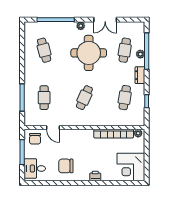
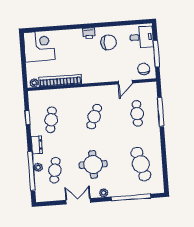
cafe table: (44, 50) -> (141, 164), width x1.37, depth x1.35
round table: (89, 53) -> (93, 165), width x0.73, depth x0.73
door: (53, 128) -> (125, 82), swing flipped
printer: (95, 176) -> (89, 33), moved

